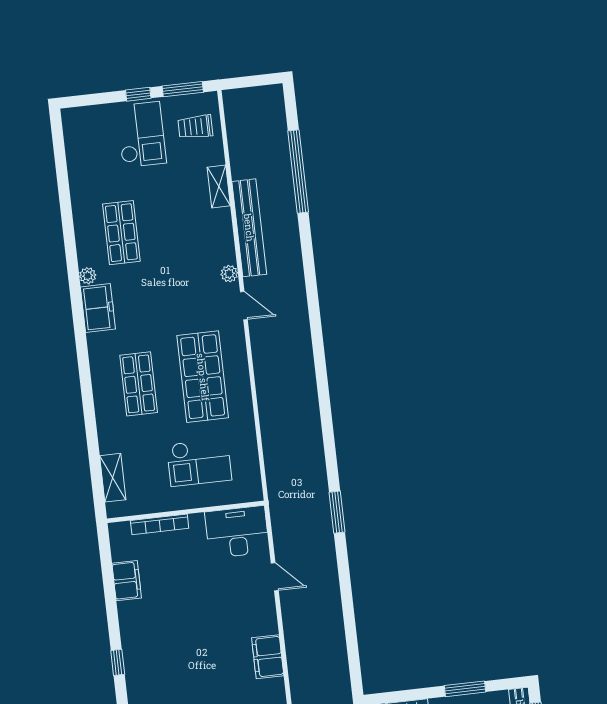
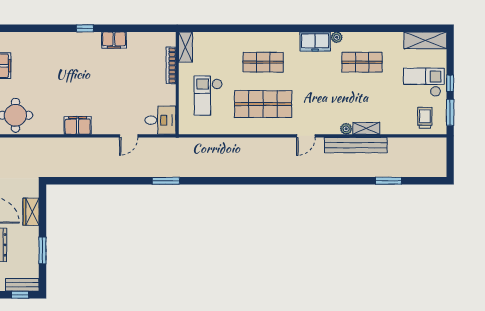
checkout: (141, 135) -> (424, 82), turned 180
shelving: (77, 140) -> (425, 40), added
window: (298, 172) -> (388, 181), width x0.47
shelving: (219, 186) -> (366, 128), moved
plant: (229, 274) -> (346, 129), moved
shelving: (113, 478) -> (185, 47), moved, turned 90
desk: (237, 532) -> (160, 120), width x0.73
filing cabinet: (127, 581) -> (114, 40), moved

